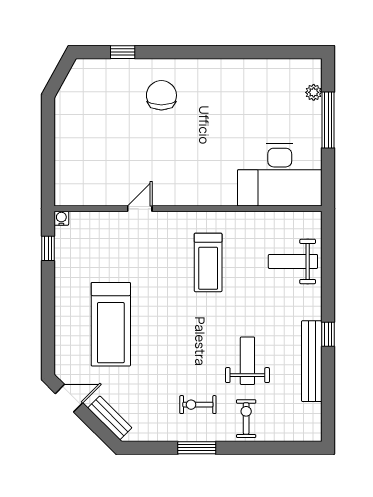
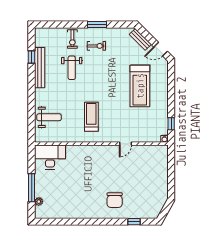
desk: (280, 175) -> (50, 157), width x0.73, depth x0.77
treadmill: (111, 324) -> (140, 86), turned 180
window: (328, 334) -> (32, 57), moved

